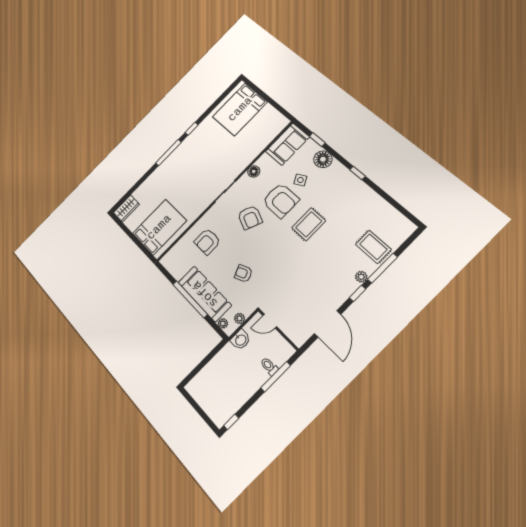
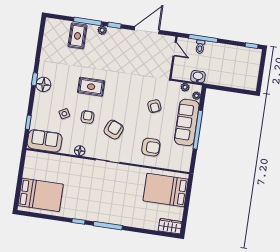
floor lamp: (323, 159) -> (43, 84), moved
armchair: (281, 200) -> (87, 117), width x0.53, depth x0.53
door: (270, 321) -> (175, 49), moved

